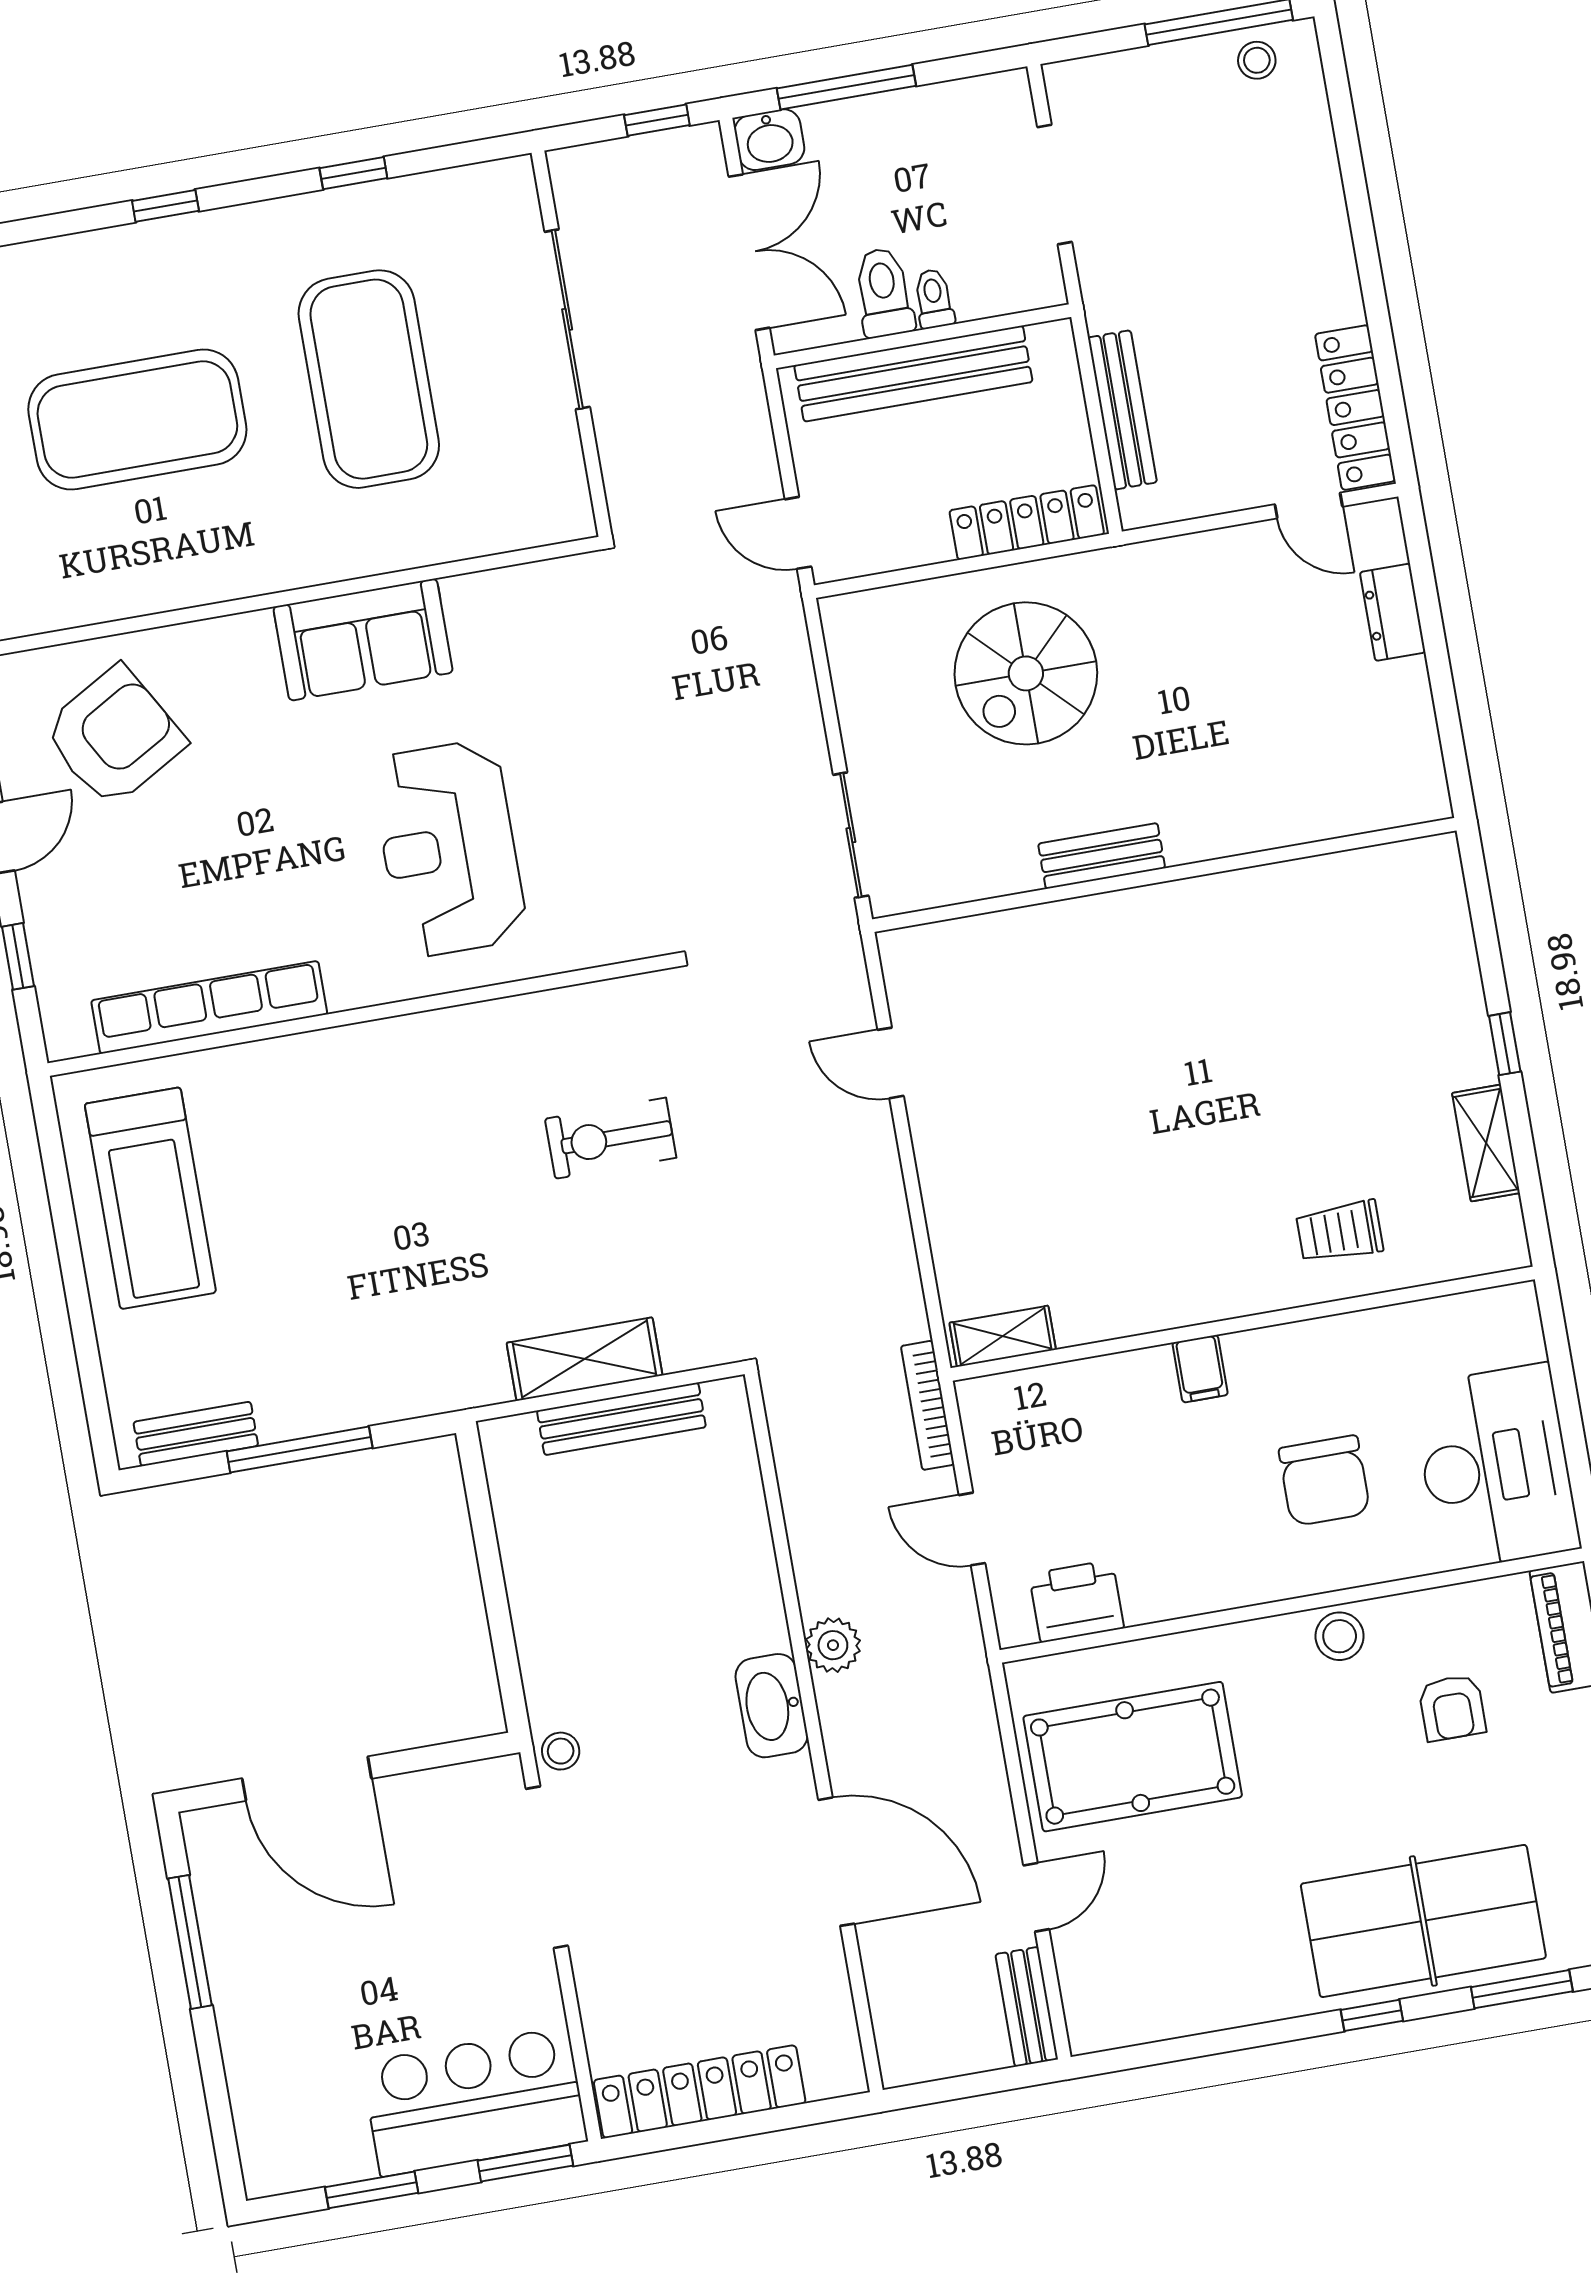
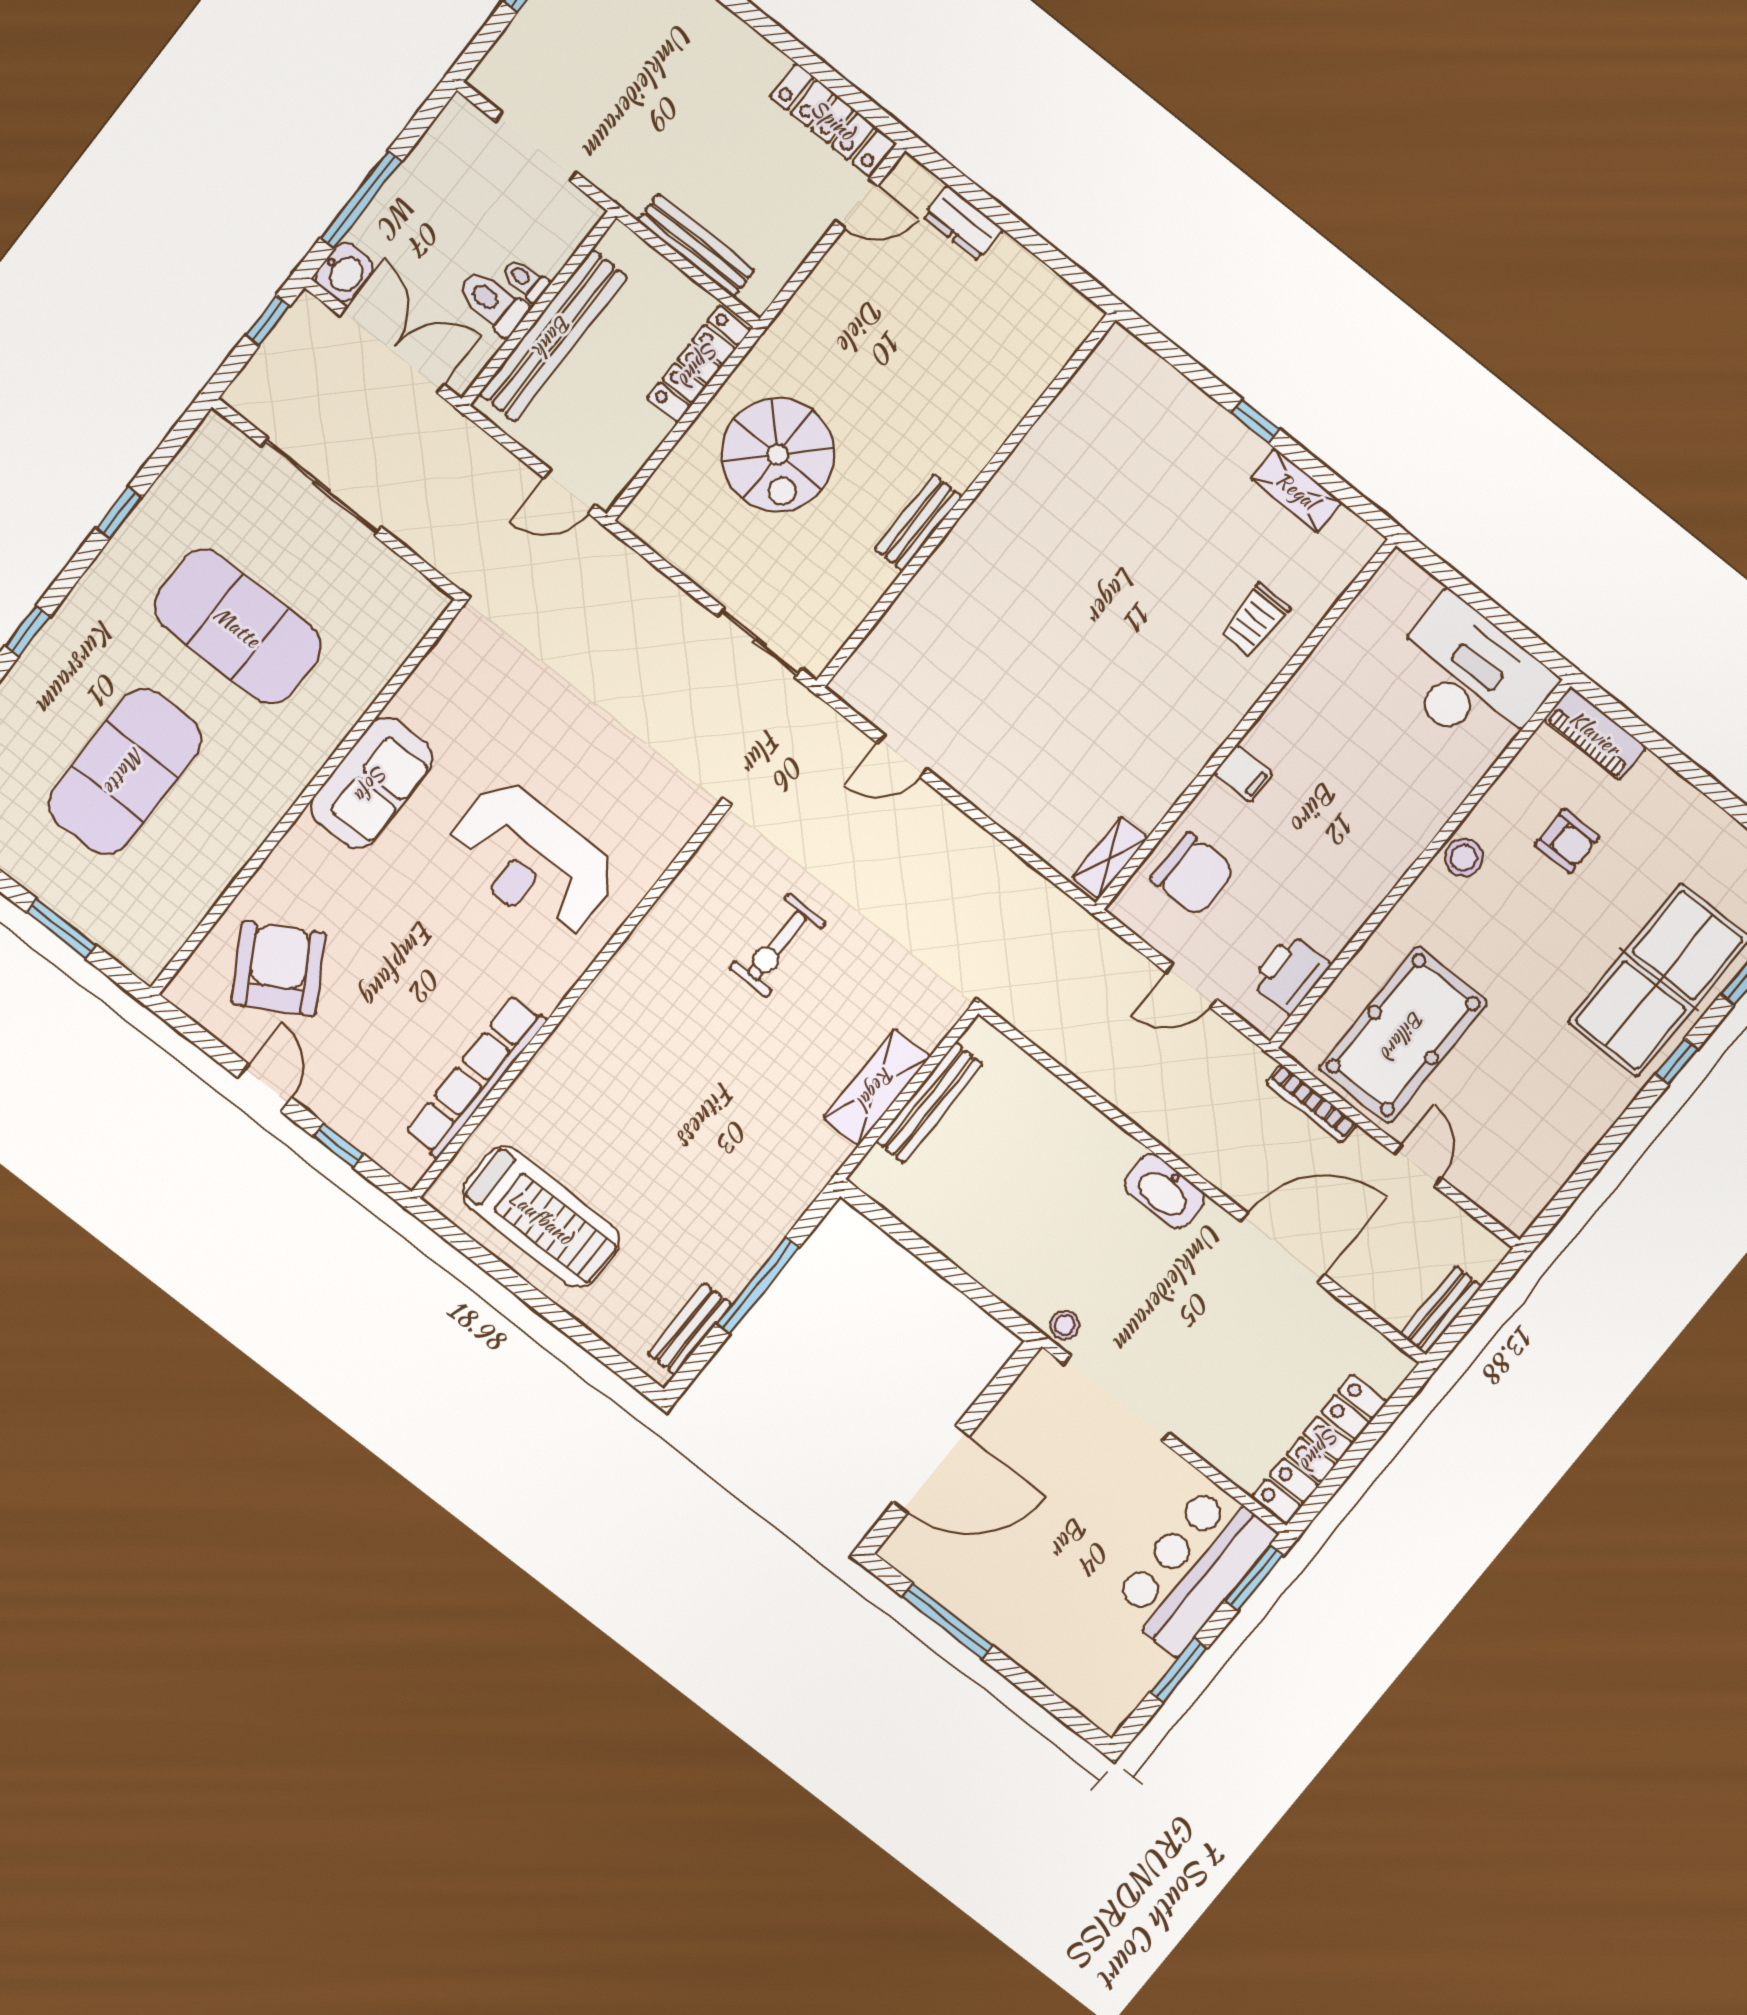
bookcase: (928, 1405) -> (1311, 1104), moved
chair: (1324, 1481) -> (1193, 874), moved
plant: (833, 1645) -> (1169, 1125), removed
bench: (1027, 2007) -> (1441, 1310), moved, turned 90

